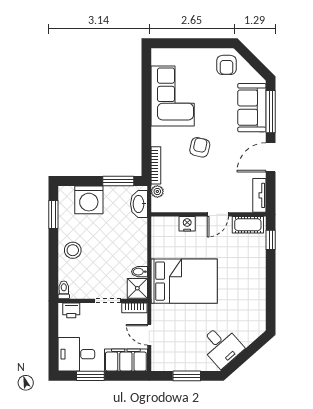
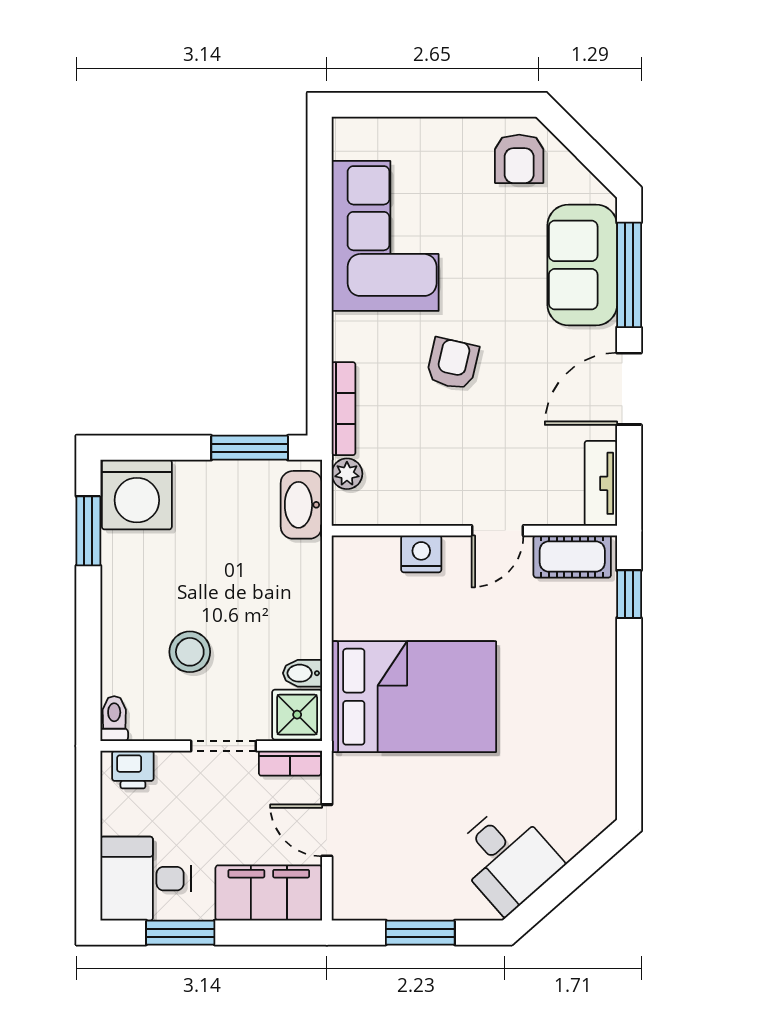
washing machine: (89, 200) -> (137, 495), moved
stool: (73, 250) -> (190, 652), moved

